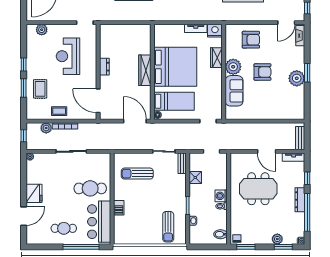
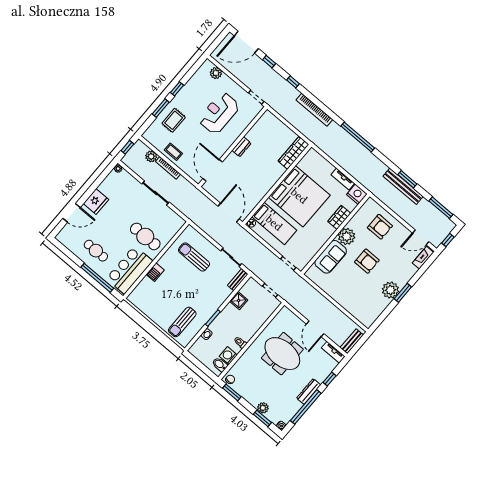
wardrobe: (145, 70) -> (293, 153), moved
washing machine: (221, 196) -> (228, 356), moved

